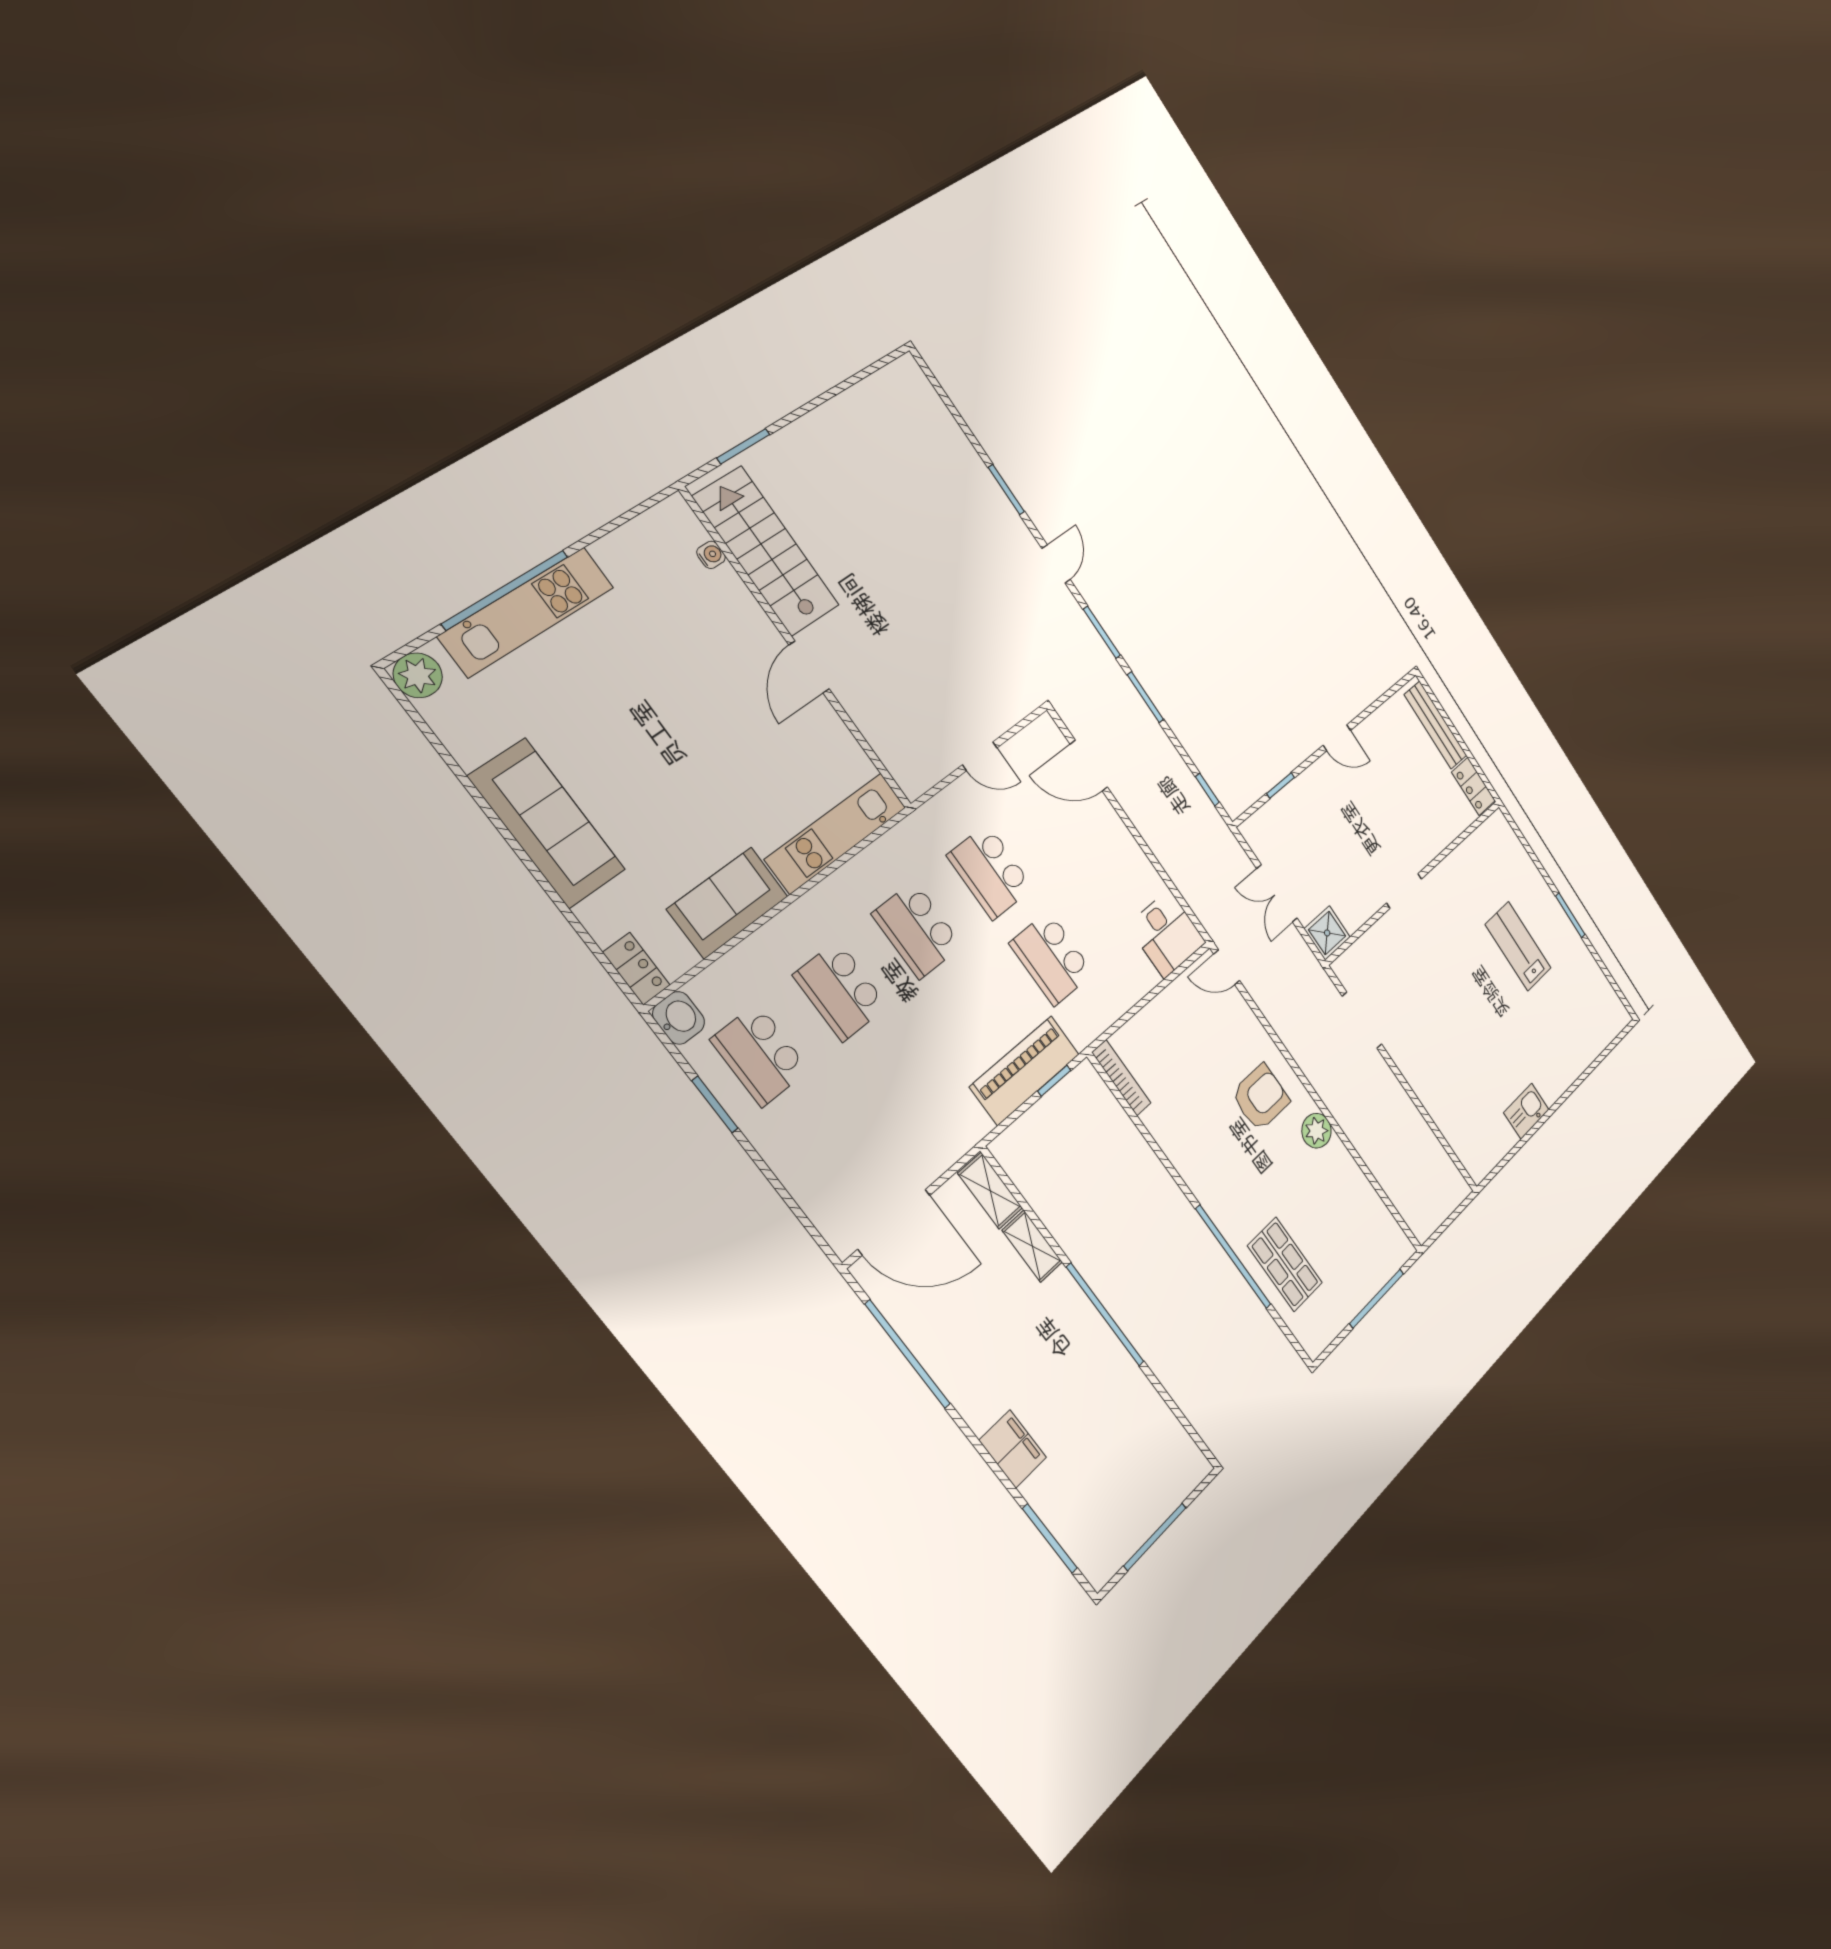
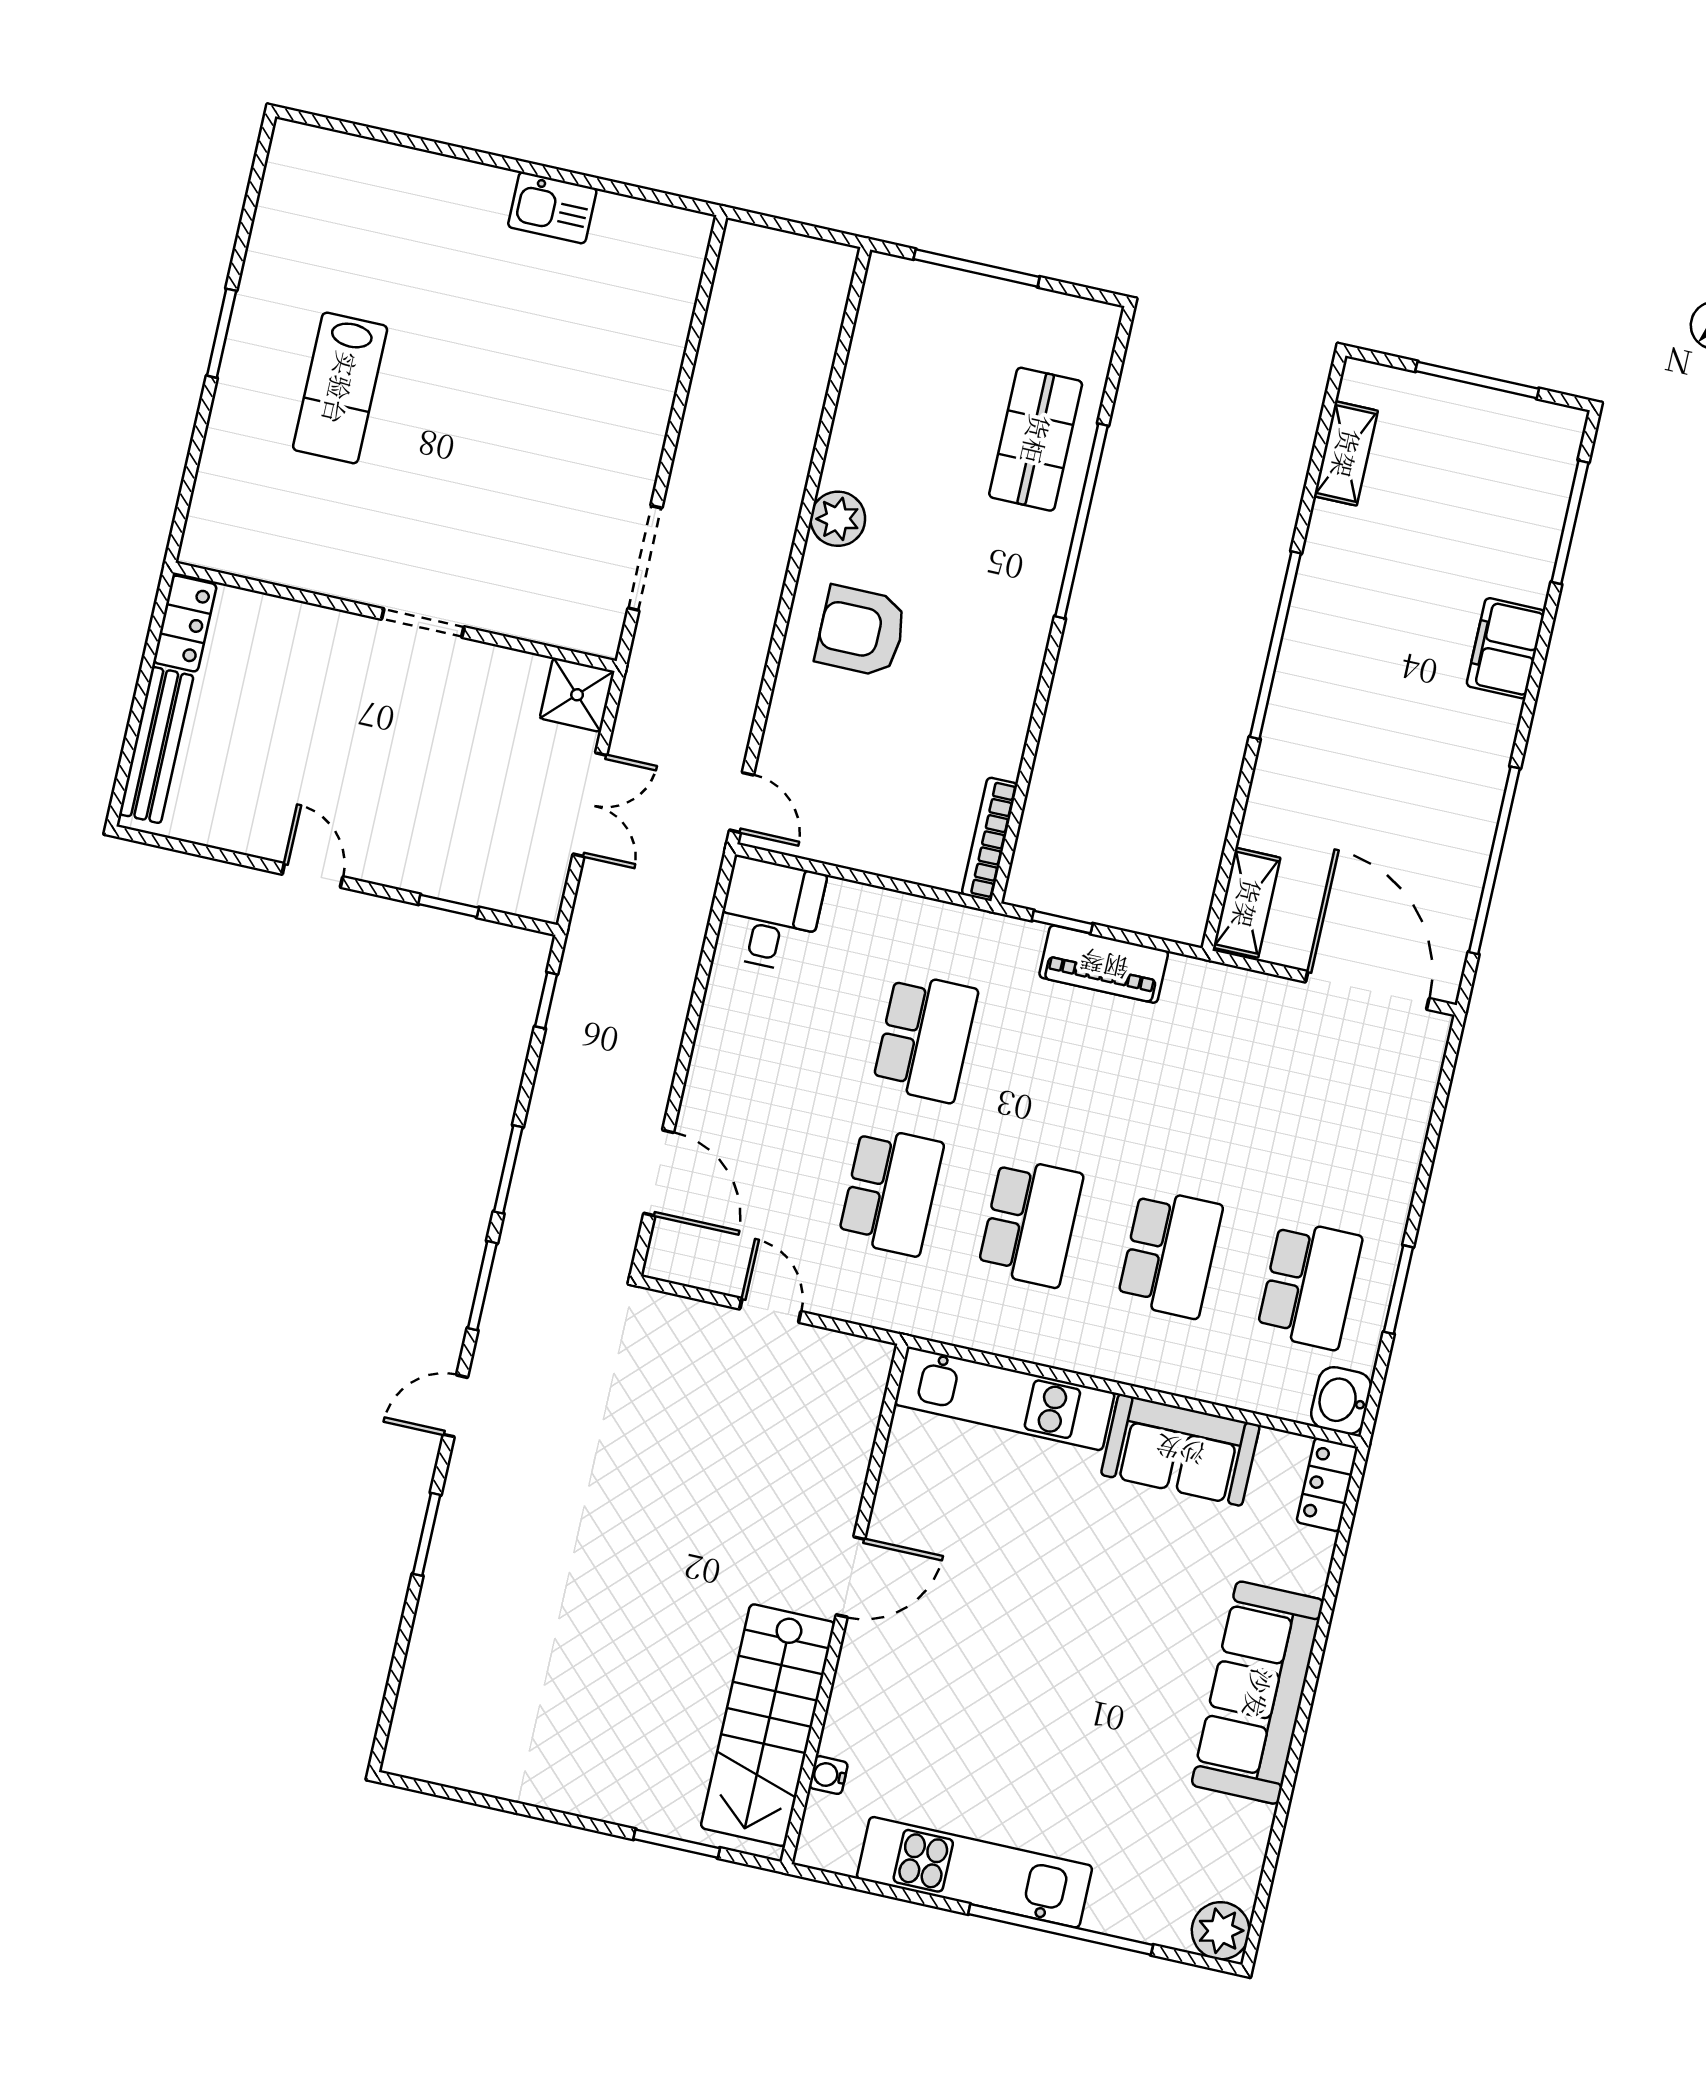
kitchen unit: (527, 612) -> (974, 1872), moved
piano: (1025, 1070) -> (1104, 964), width x0.73, depth x0.75
shelving: (1032, 1246) -> (1346, 453), moved

